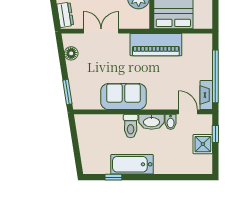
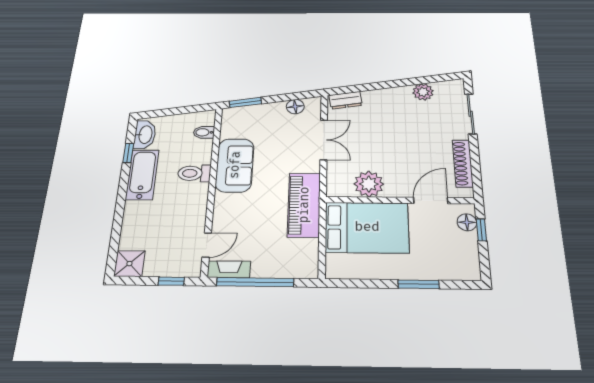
washbasin: (152, 122) -> (145, 135), moved, turned 180
bidet: (171, 122) -> (204, 132), moved
shower: (203, 144) -> (129, 264), moved

